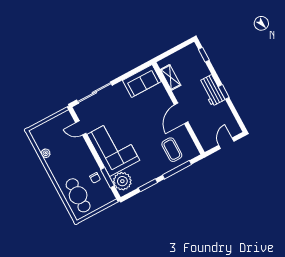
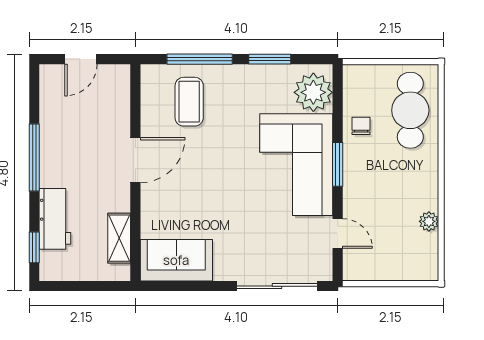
workbench: (212, 90) -> (55, 219), moved
window: (224, 92) -> (34, 158), width x2.17
window: (107, 178) -> (338, 164), moved

